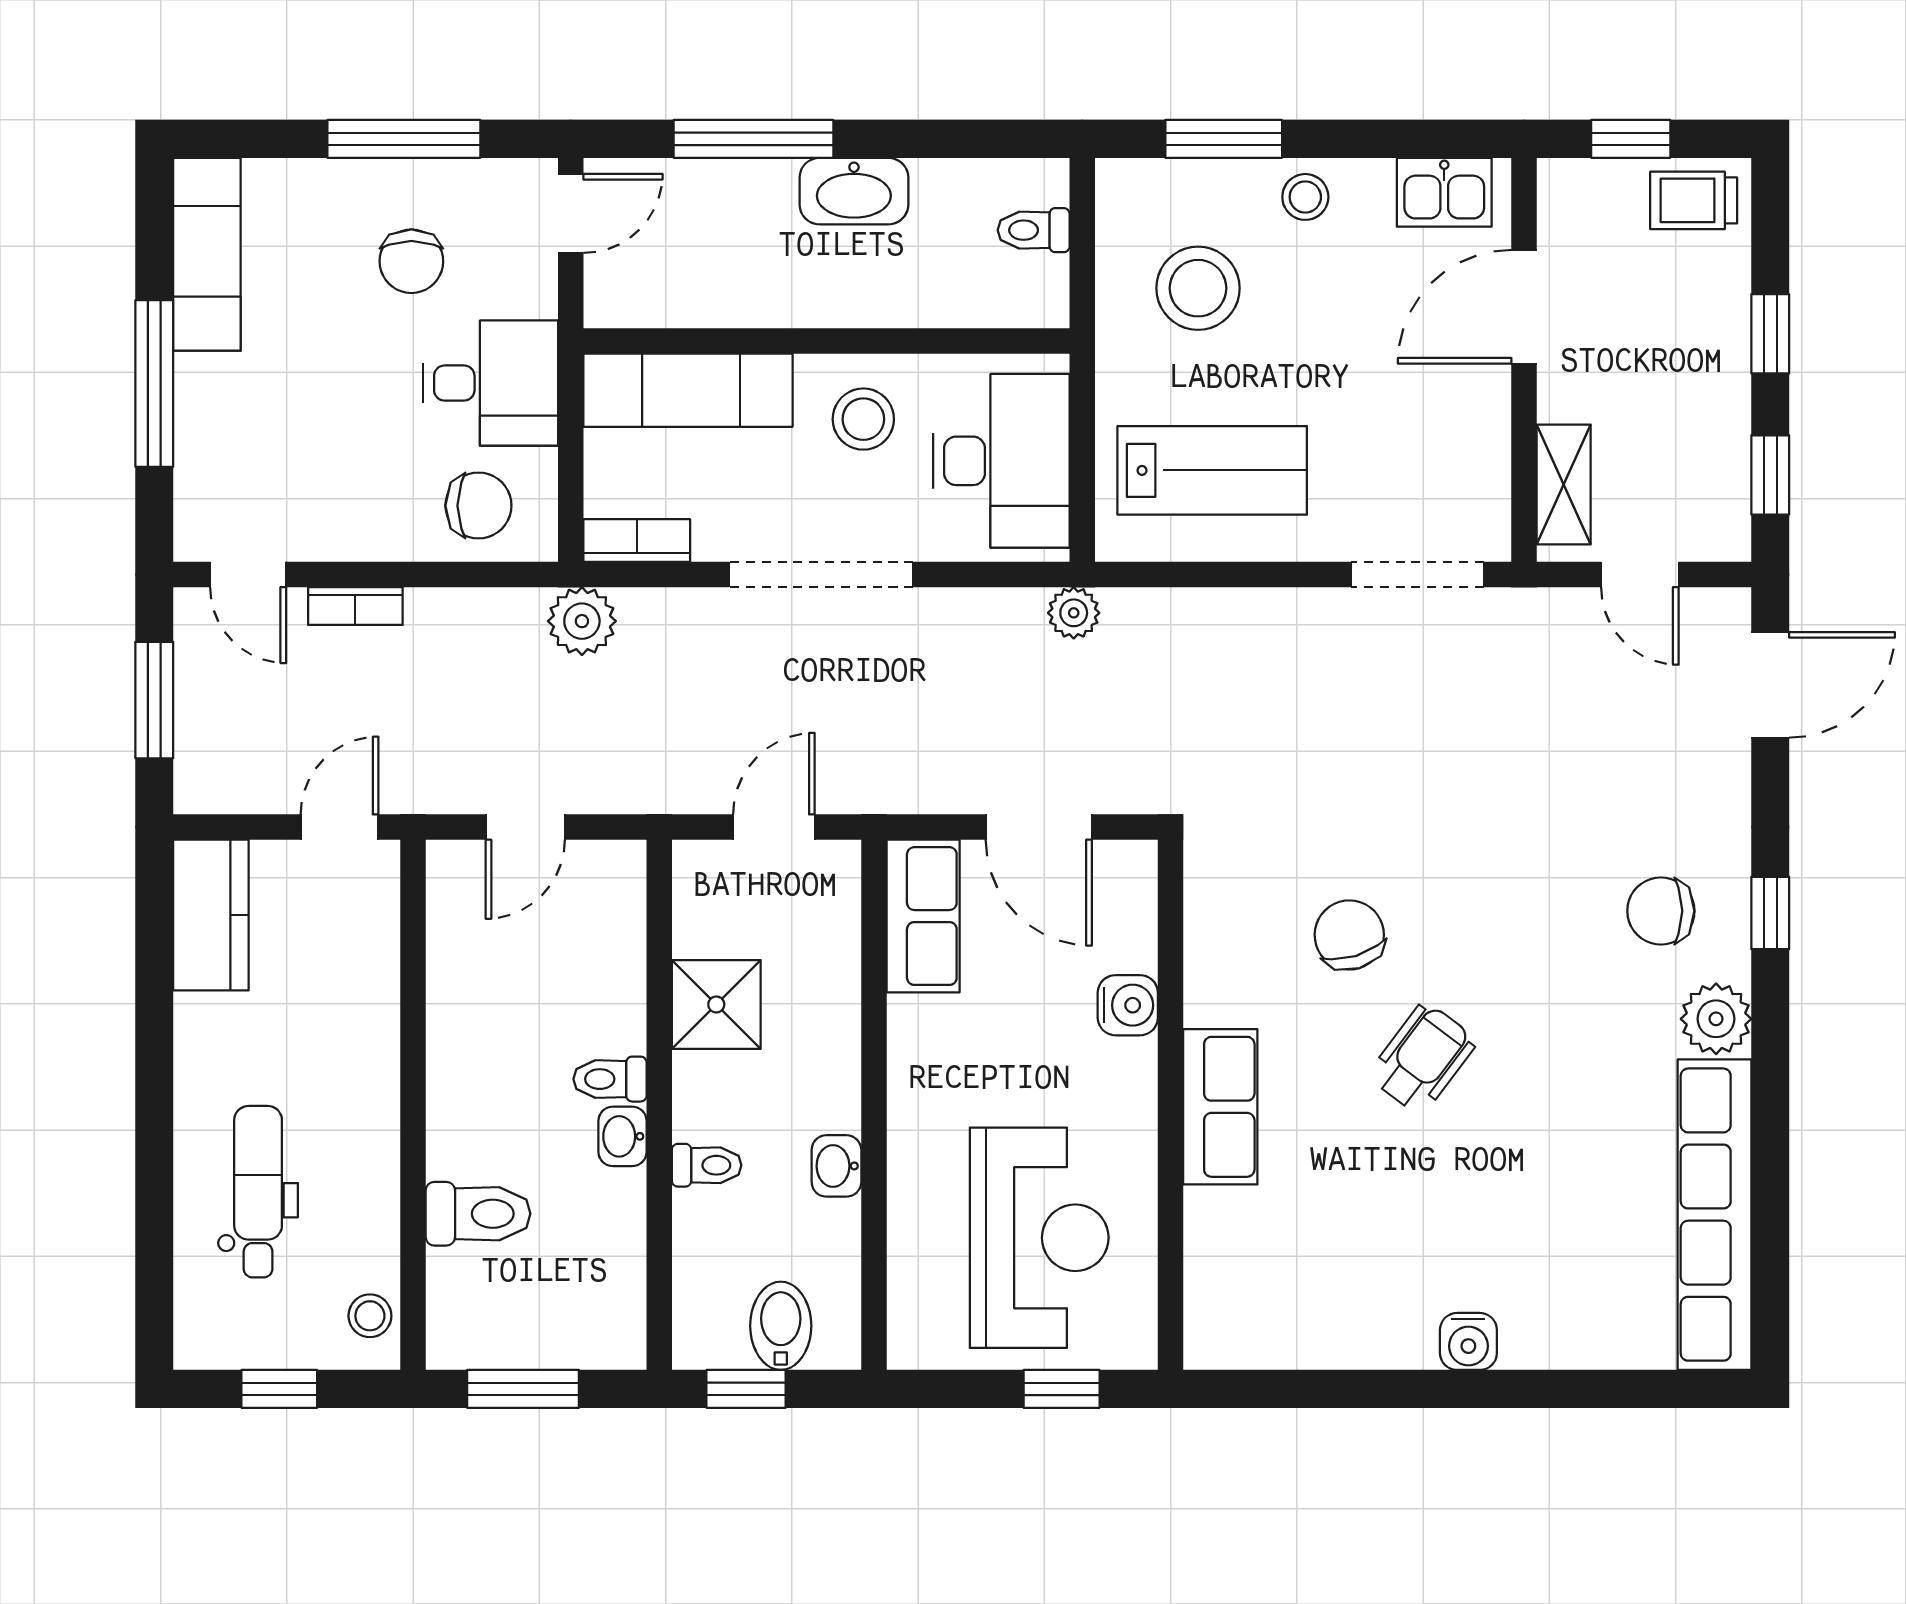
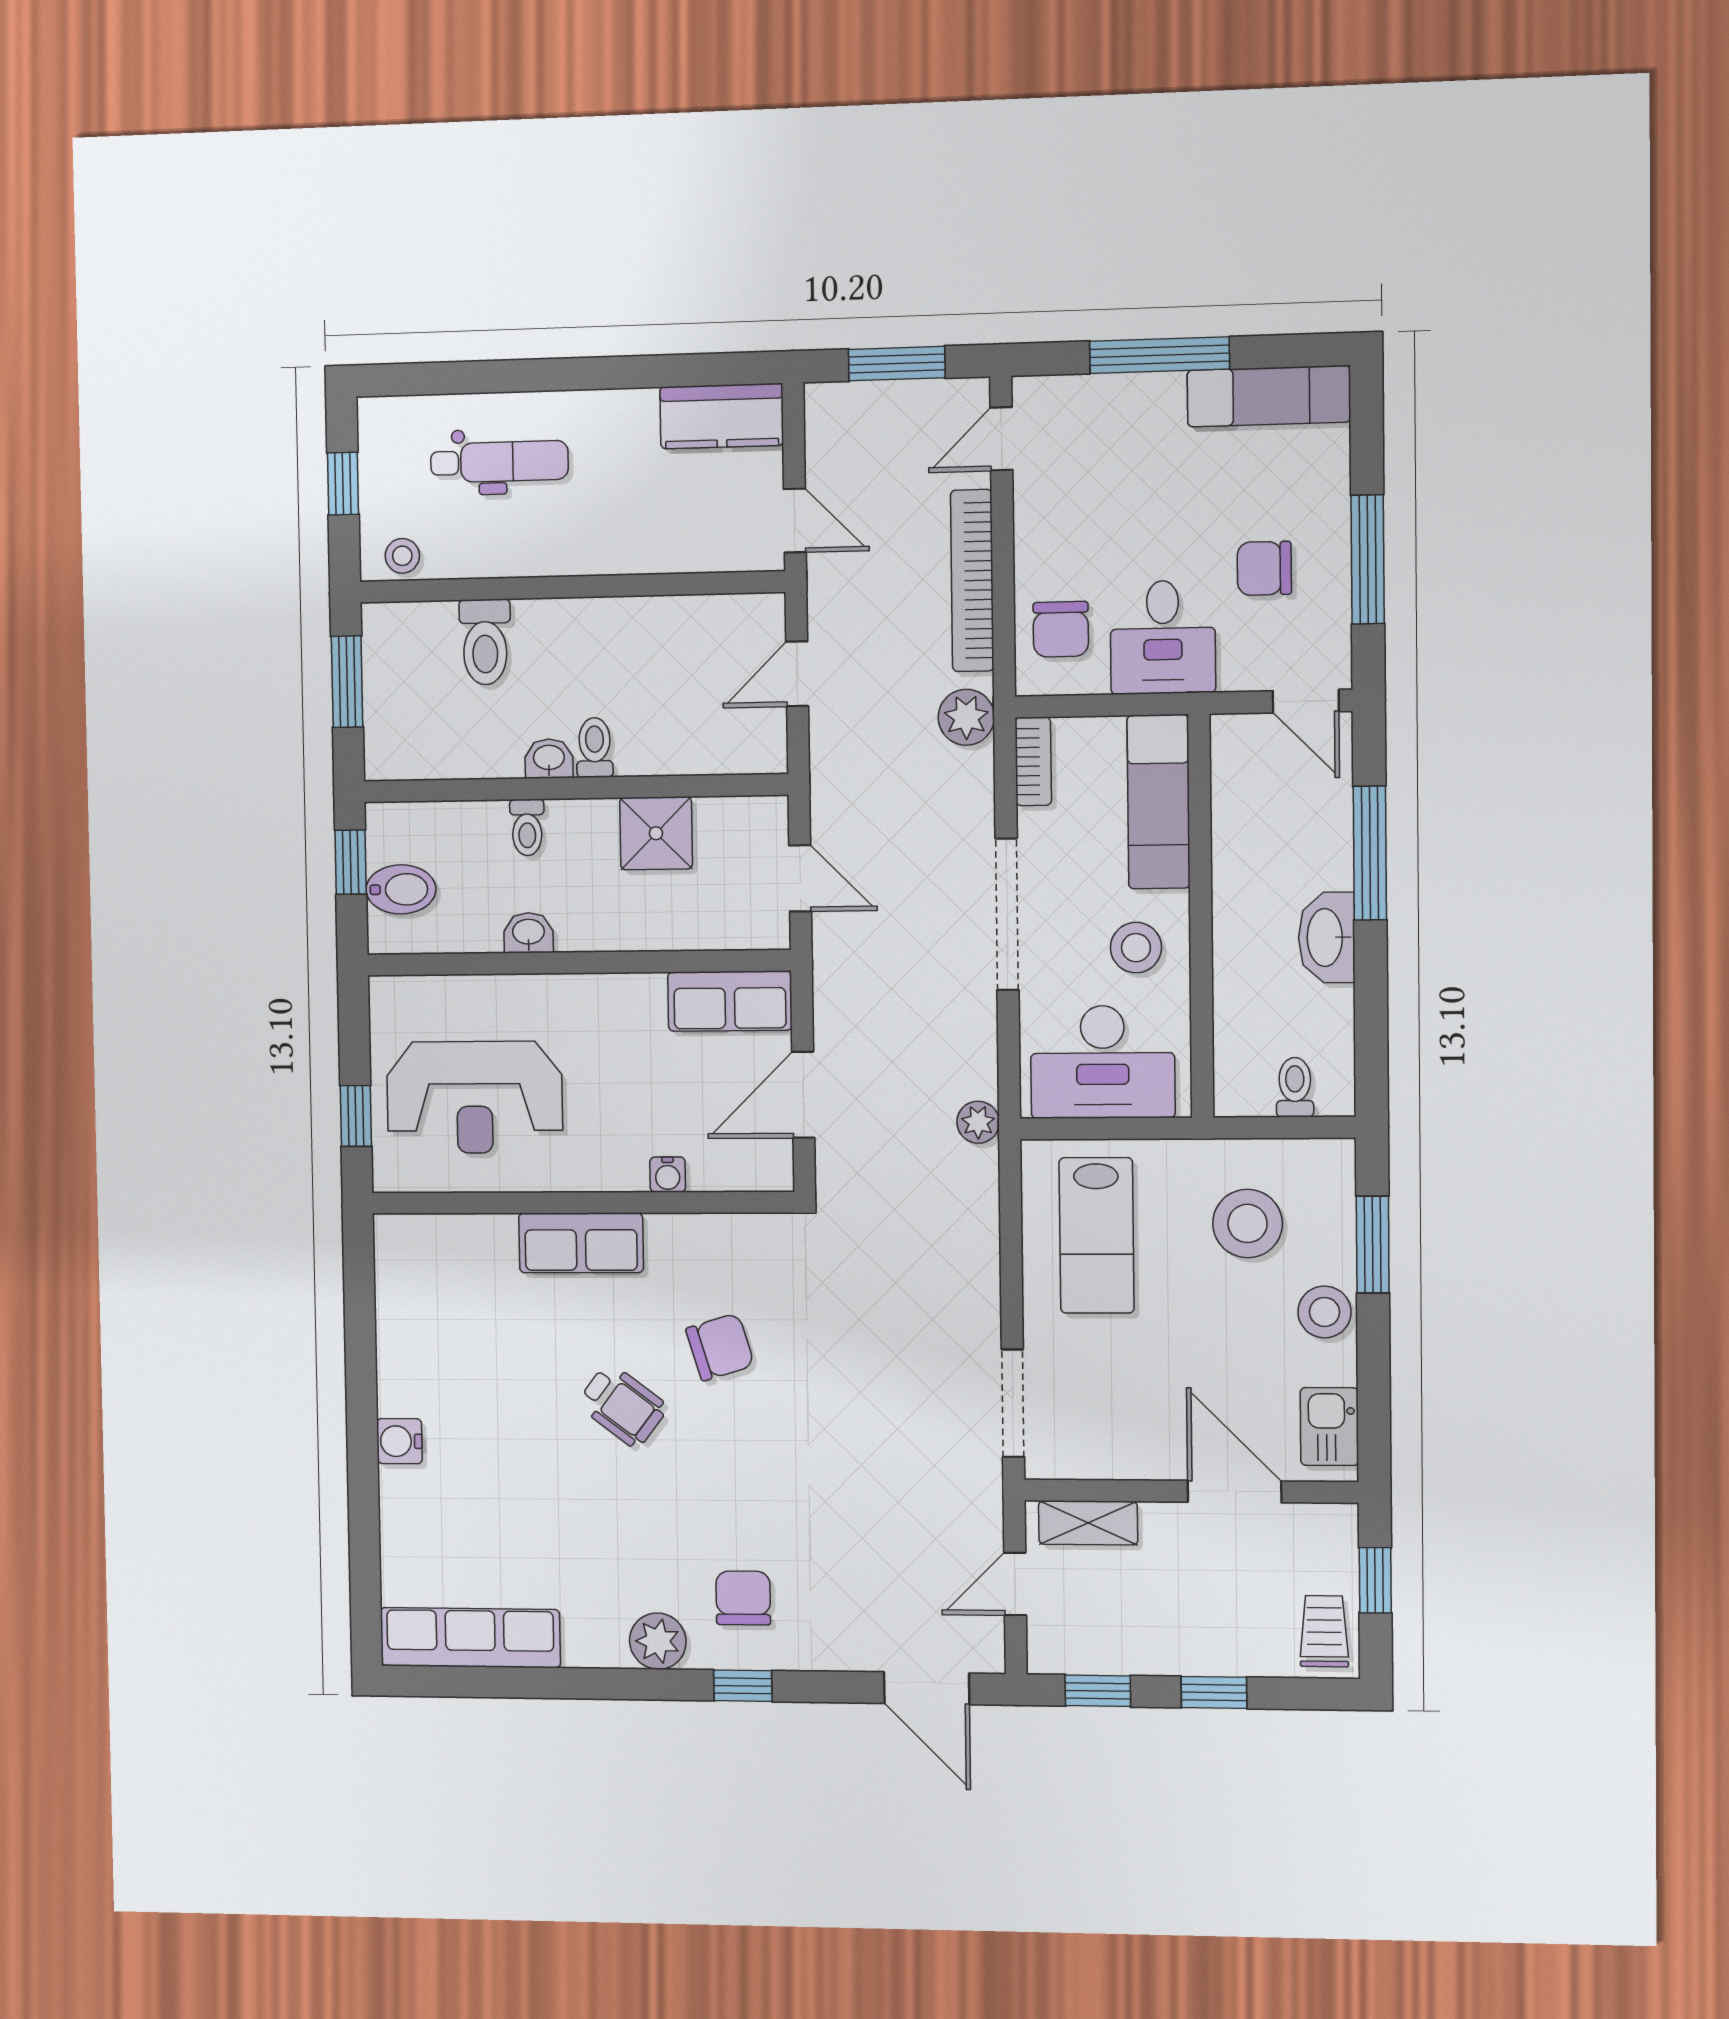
stool: (1305, 197) -> (1324, 1312), width x1.37, depth x1.37
bookcase: (355, 606) -> (972, 581), width x2.31, depth x1.31
door: (525, 827) -> (797, 674), hinge flipped
water cooler: (1128, 1005) -> (668, 1175), width x0.72, depth x0.72
row of seats: (1715, 1215) -> (470, 1638), width x0.73

